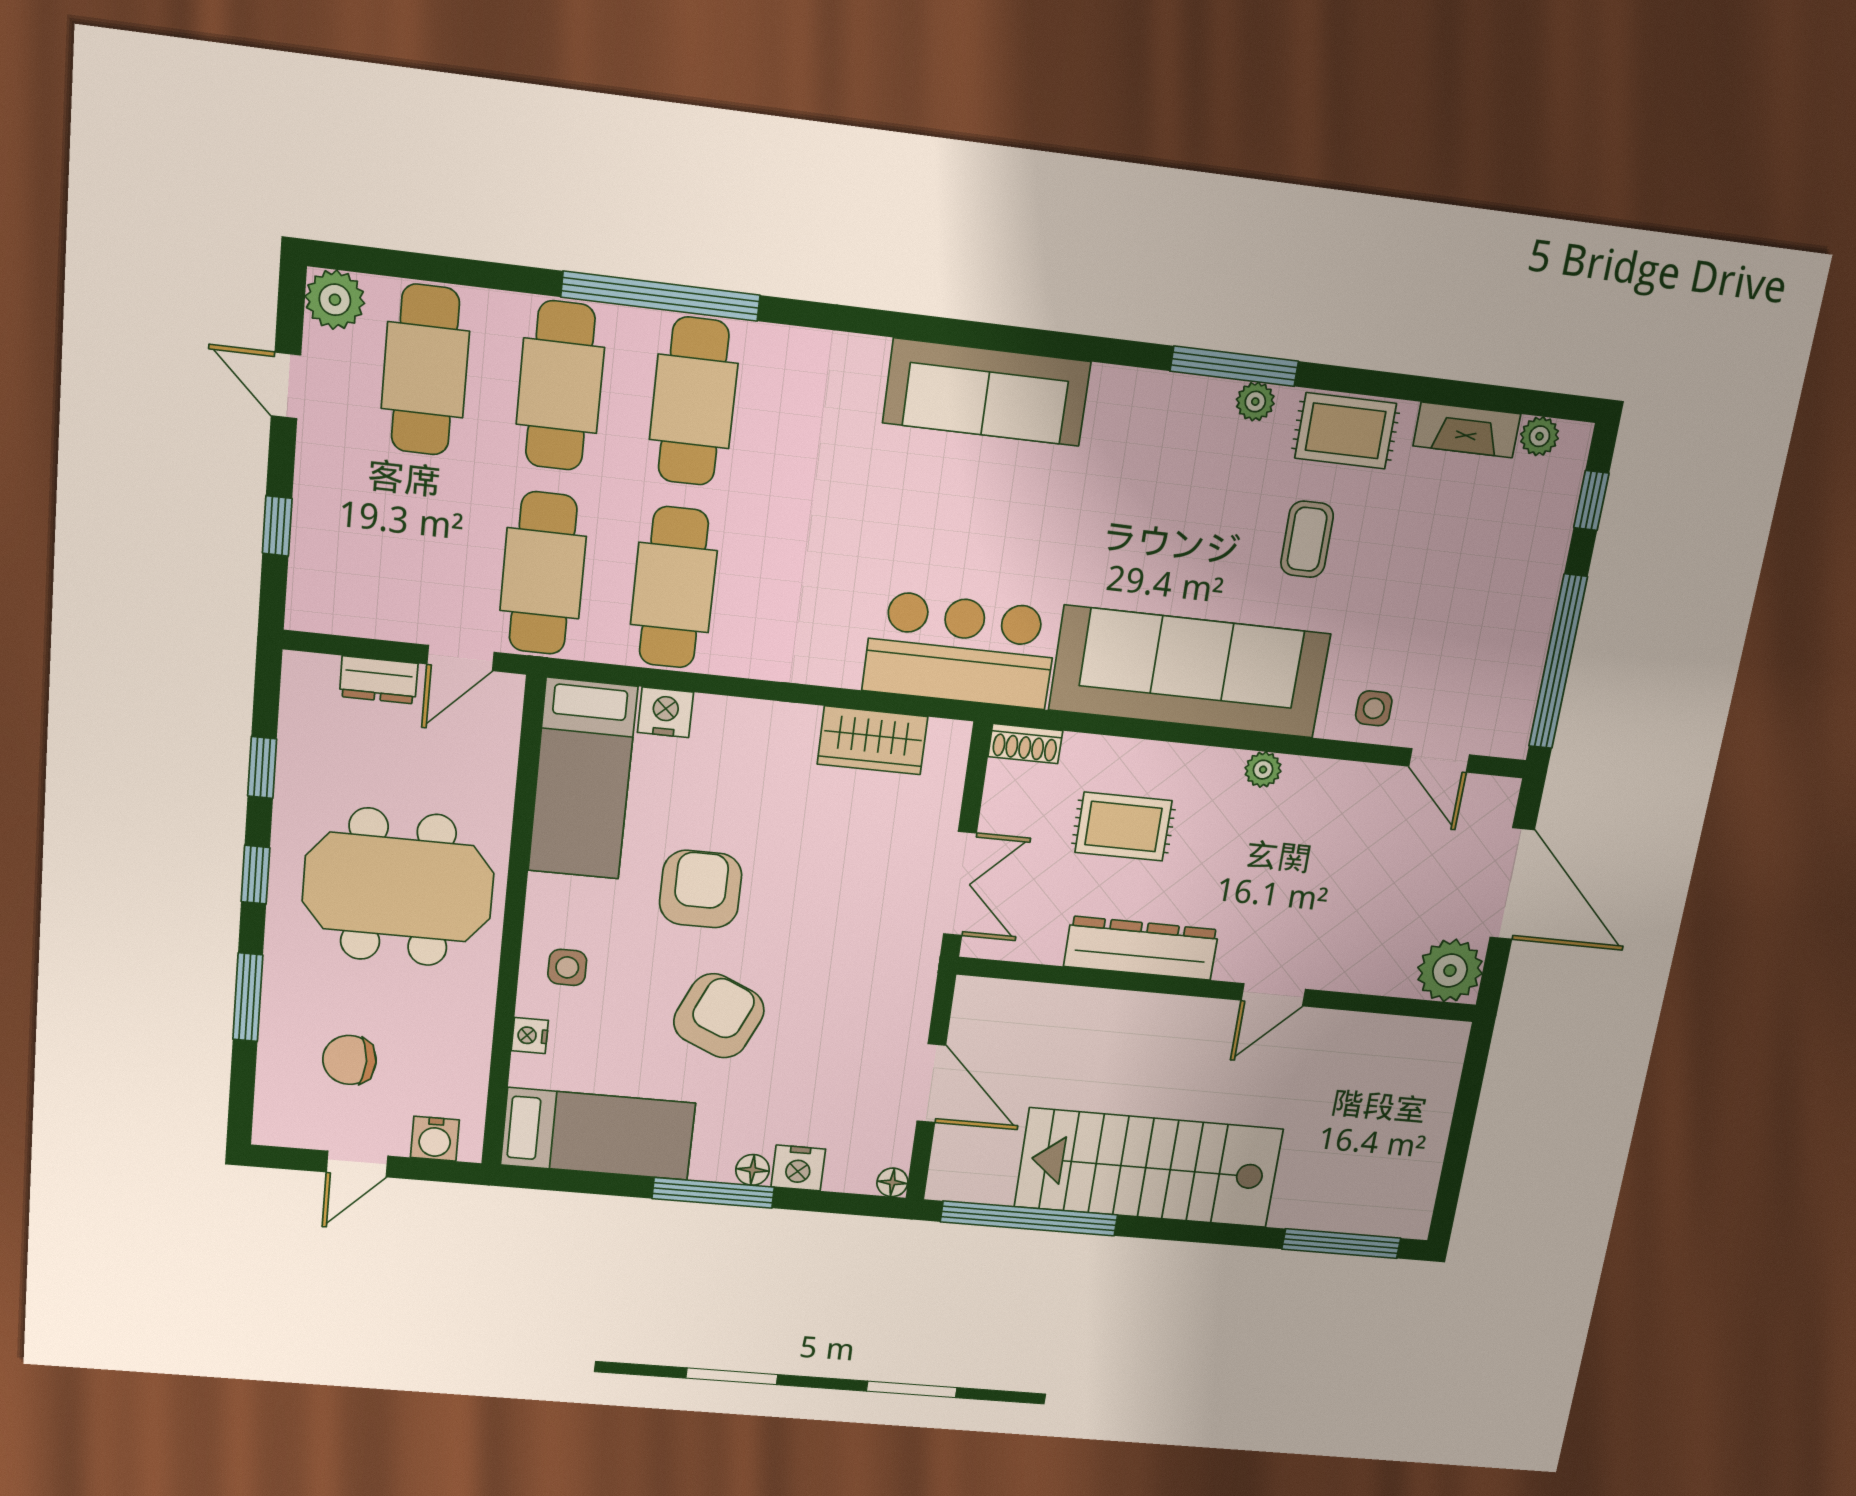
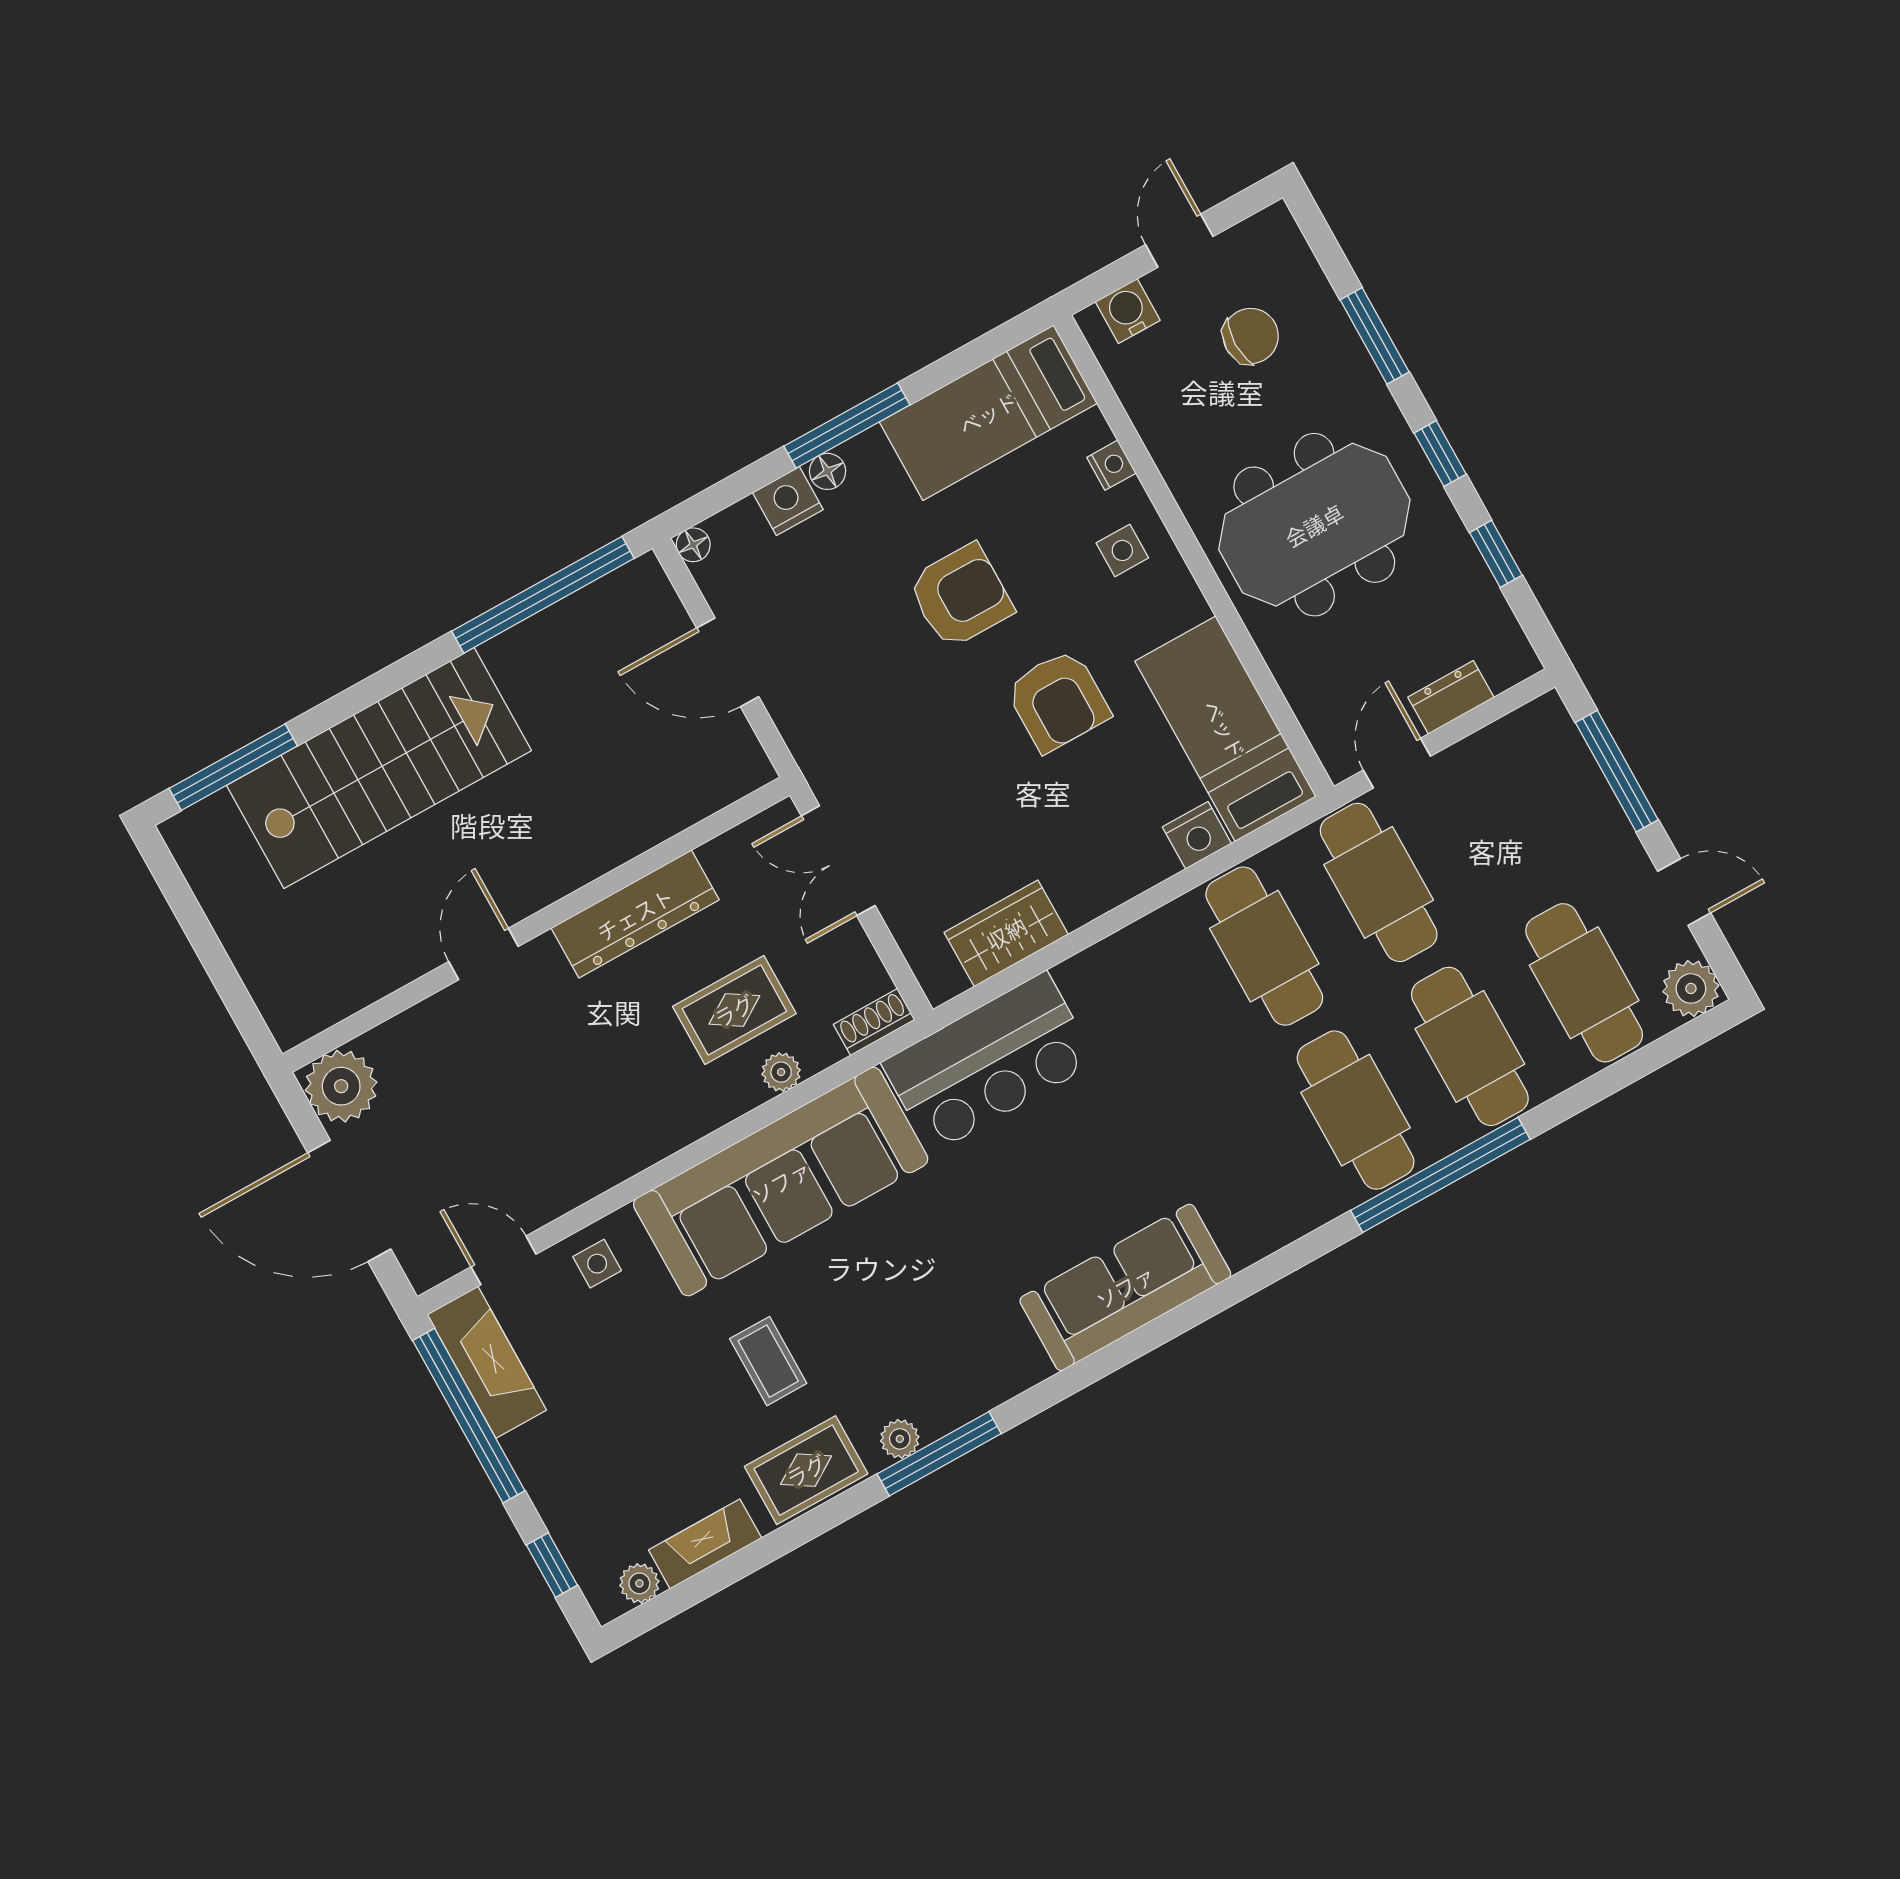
window: (277, 526) -> (1617, 771), width x2.17
fireplace: (1513, 693) -> (487, 1362), added
plant: (1263, 770) -> (781, 1072), moved
armchair: (719, 1016) -> (960, 596), turned -114
stairs: (1149, 1168) -> (379, 768), moved

